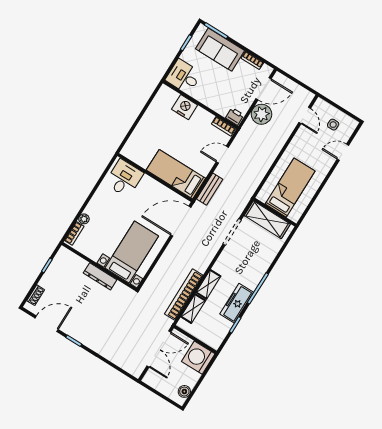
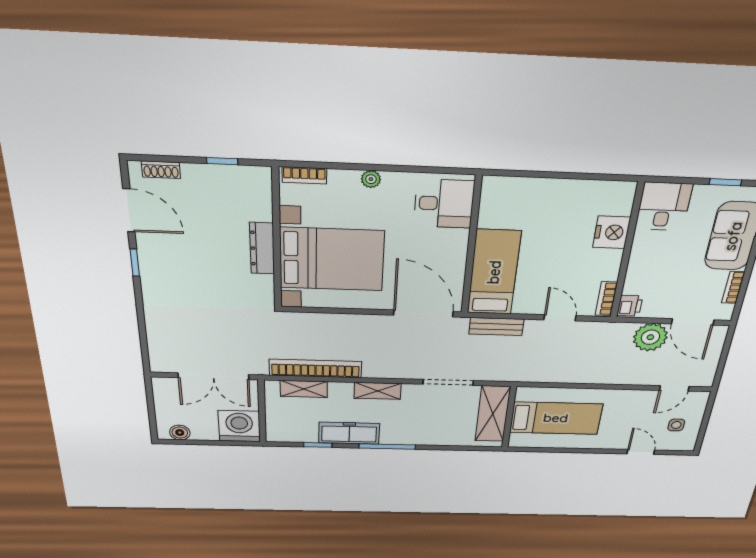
plant: (84, 219) -> (371, 179), moved
bed with nightstands: (132, 252) -> (332, 259), width x1.36
shelving: (208, 284) -> (378, 391), moved

